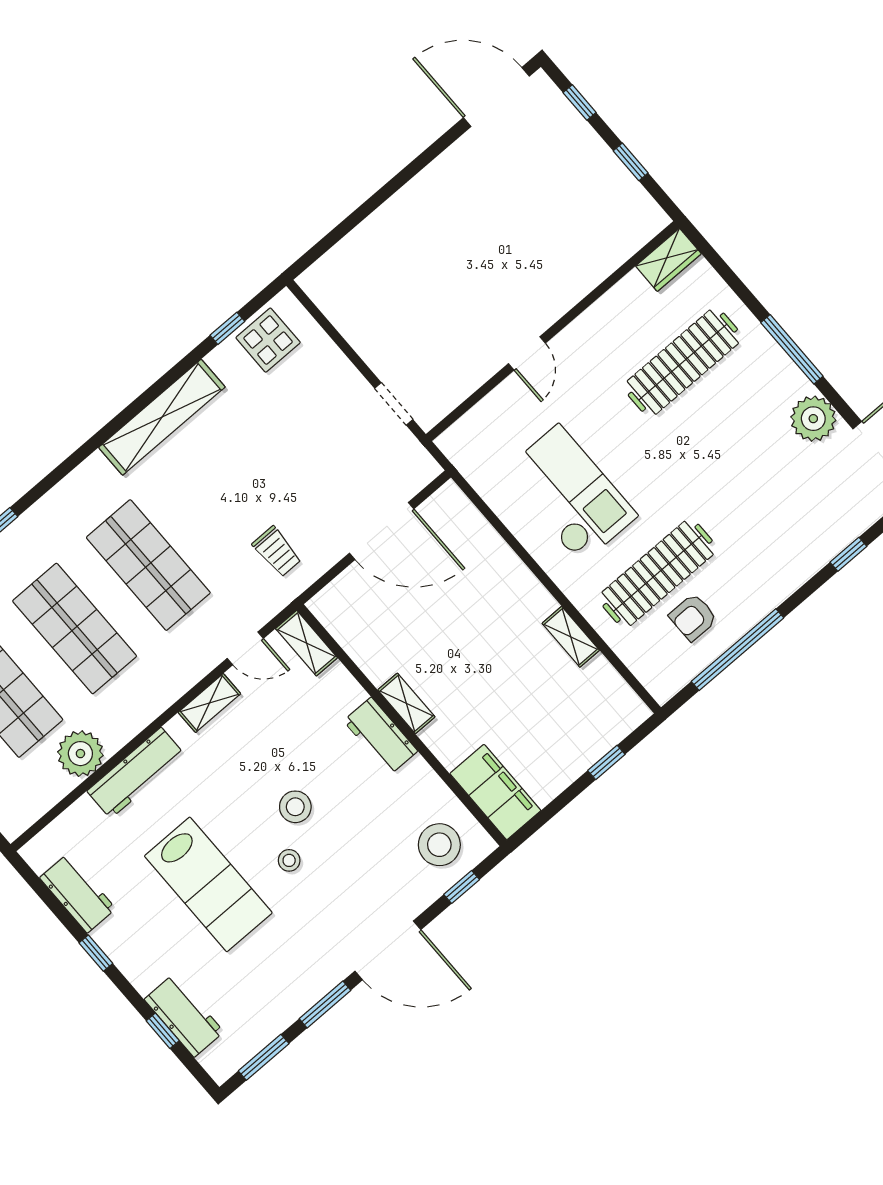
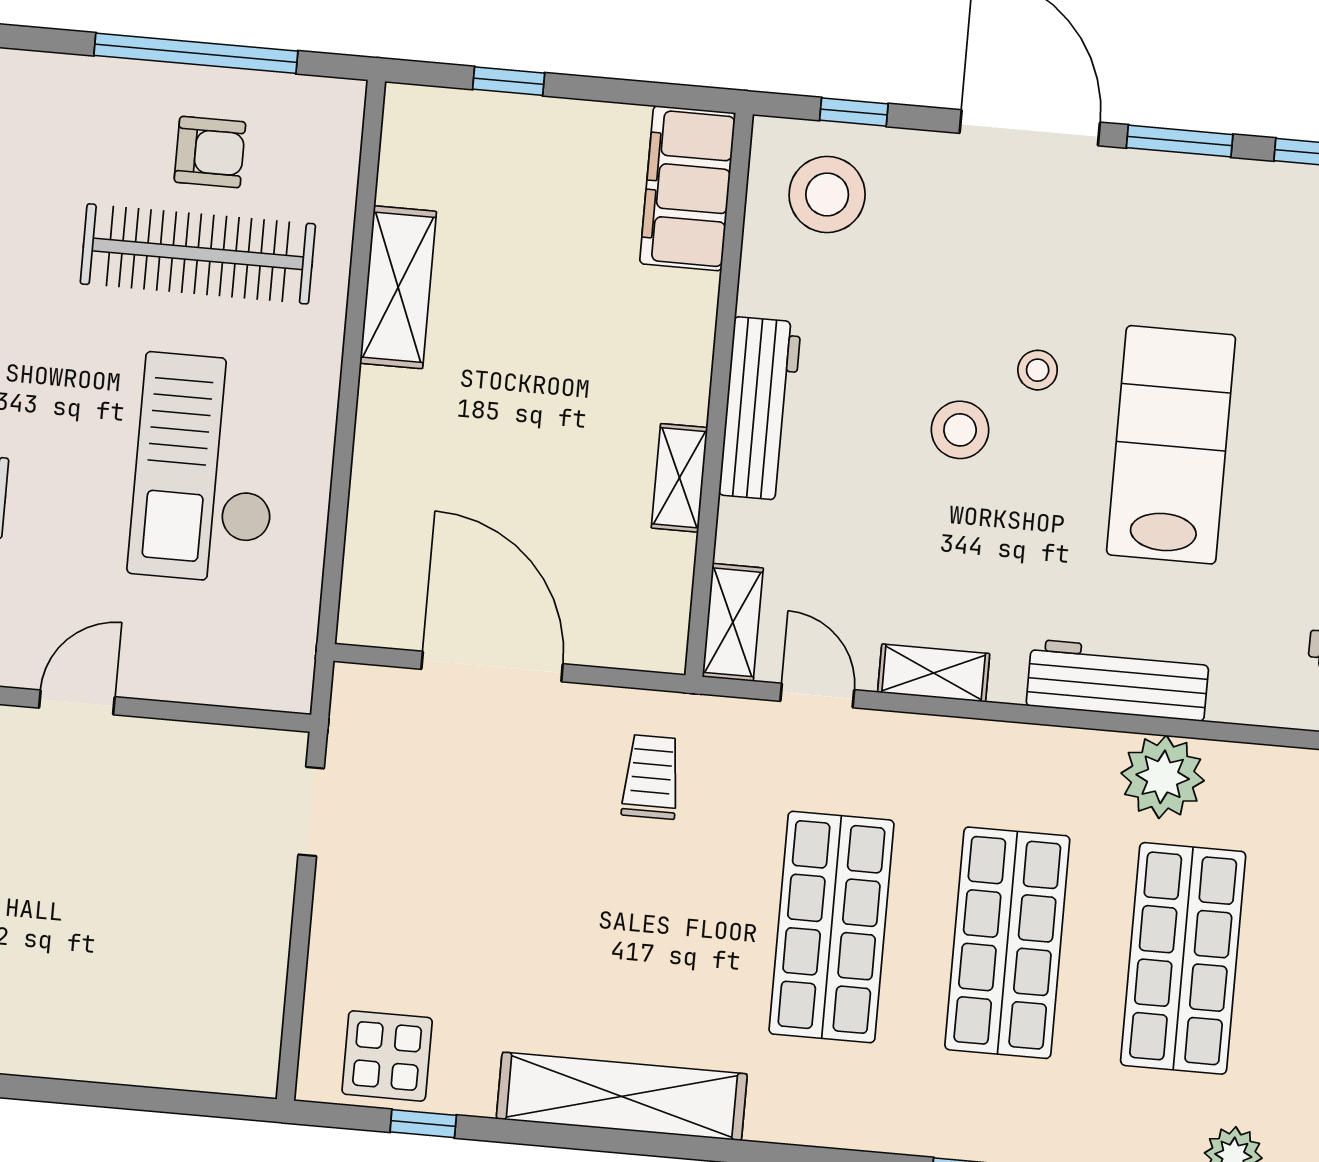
shelving: (571, 637) -> (398, 287), width x1.50, depth x1.33
shelving: (406, 703) -> (679, 478), moved
workbench: (381, 736) -> (760, 409), width x1.38

